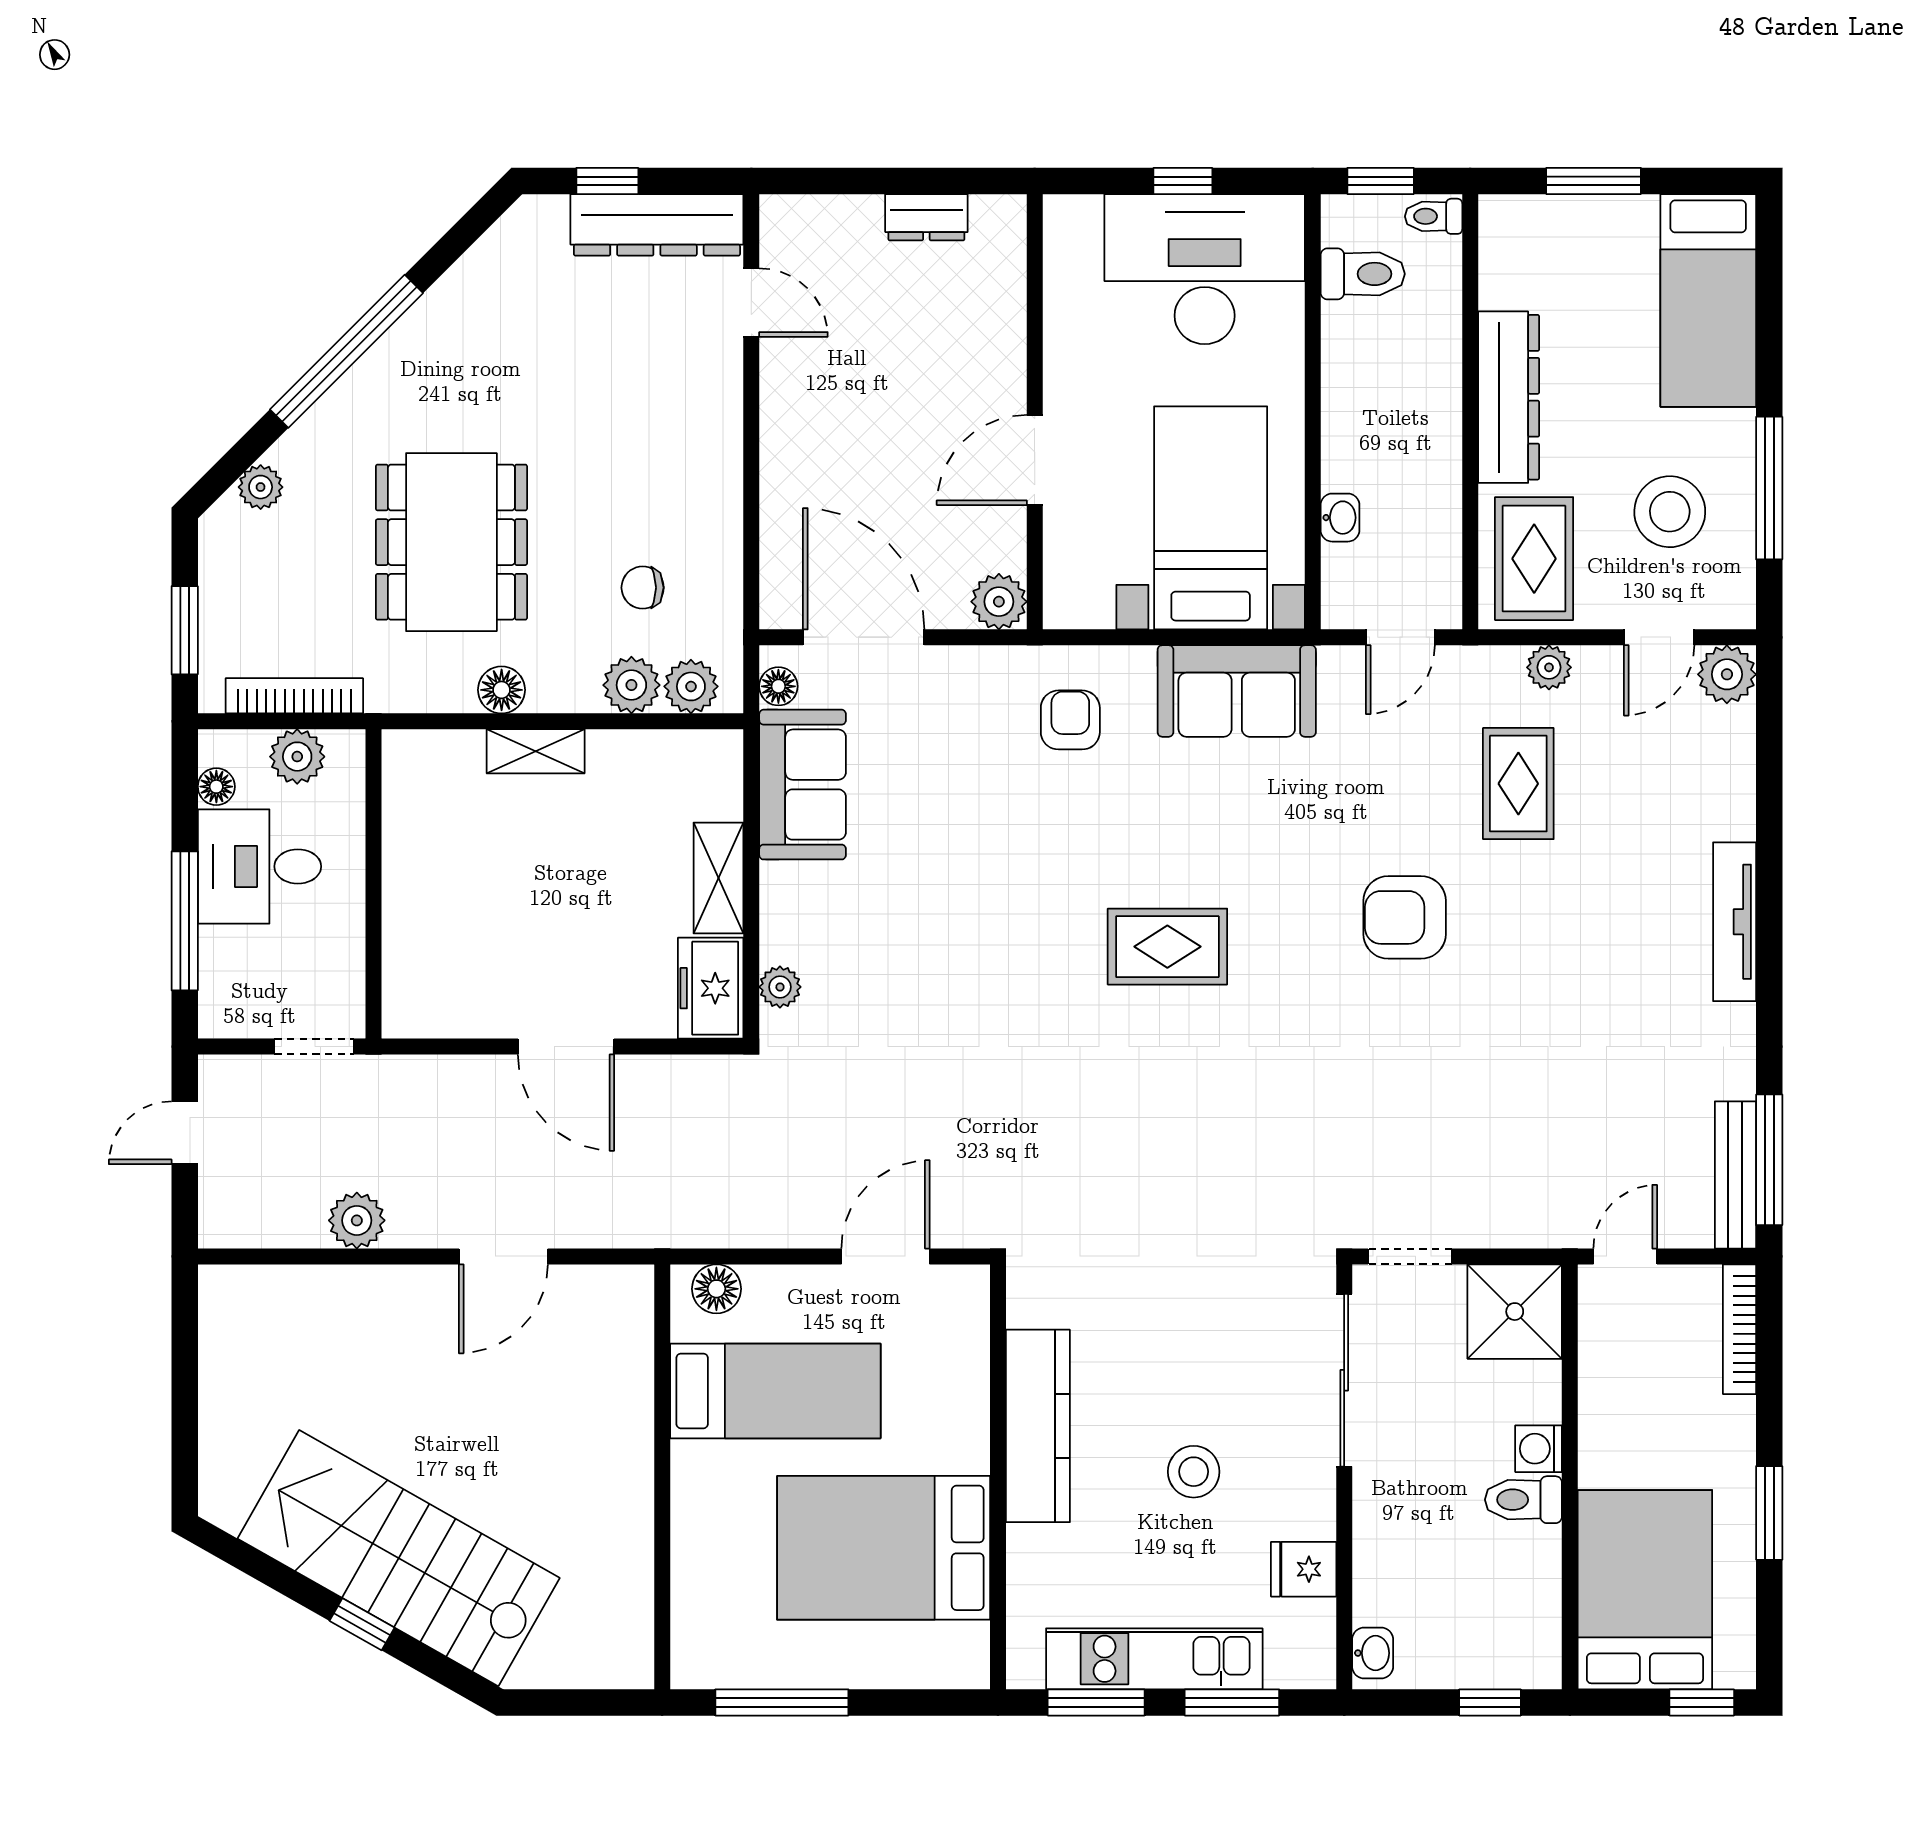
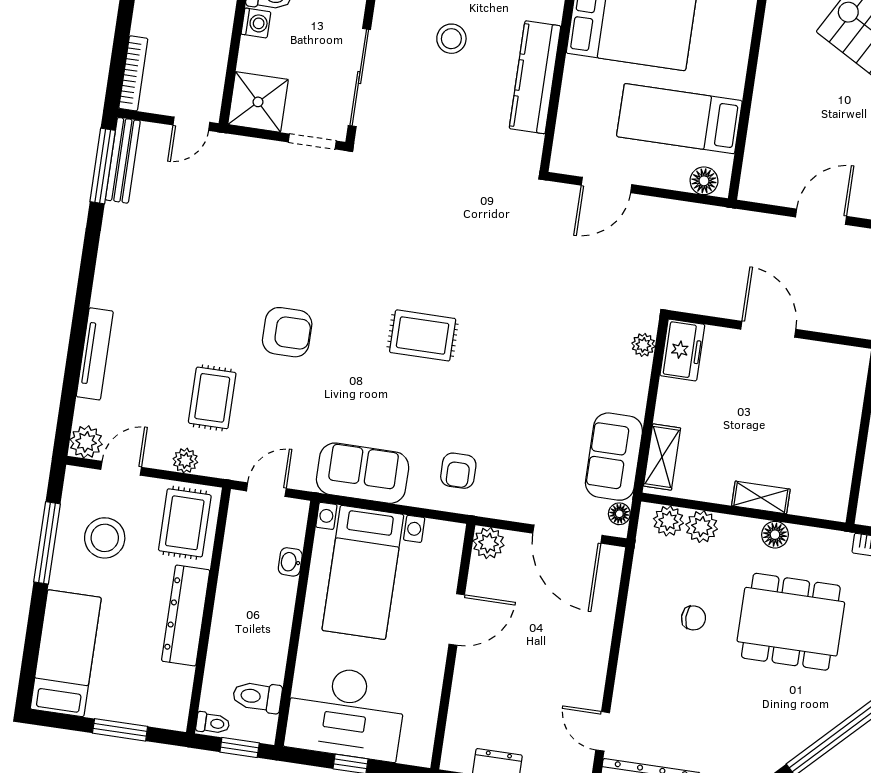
dining table: (451, 542) -> (791, 622), turned 90
chair: (643, 588) -> (694, 618), moved
shelving: (719, 878) -> (662, 457), moved
tv unit: (1735, 922) -> (95, 354), moved

